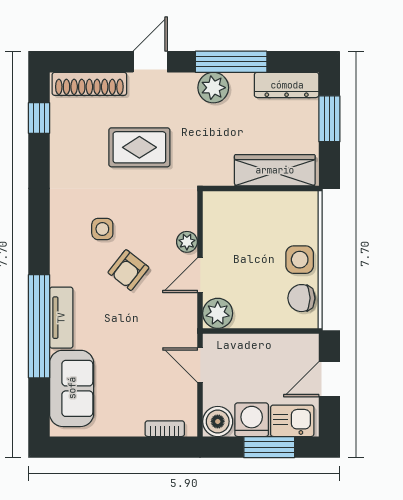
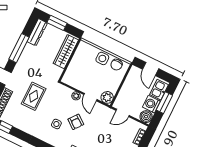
plant: (213, 88) -> (25, 59), removed

